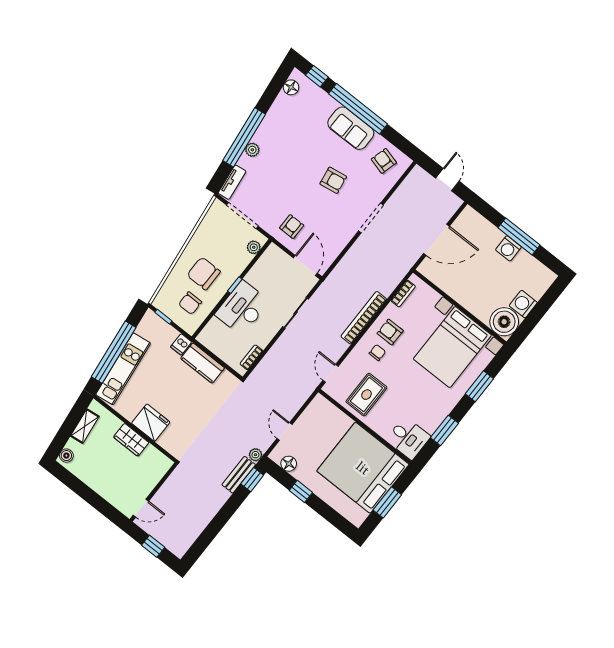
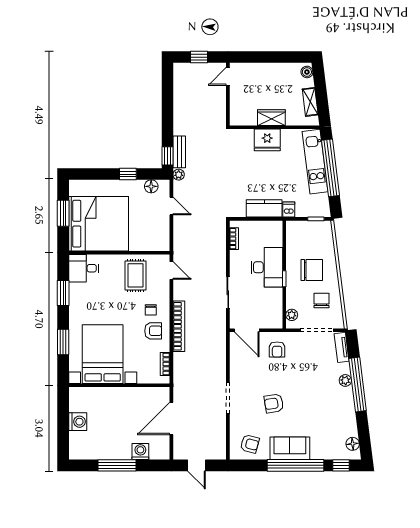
washing machine: (508, 248) -> (140, 452), moved
chair: (190, 303) -> (322, 300), moved
boiler: (504, 322) -> (81, 399), removed

